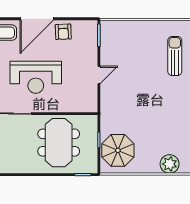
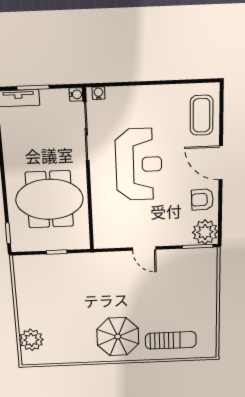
door: (37, 19) -> (221, 163), width x0.73
plant: (88, 30) -> (205, 232), added
reception desk: (36, 77) -> (139, 165), turned 180
parasol: (118, 150) -> (118, 337), moved

